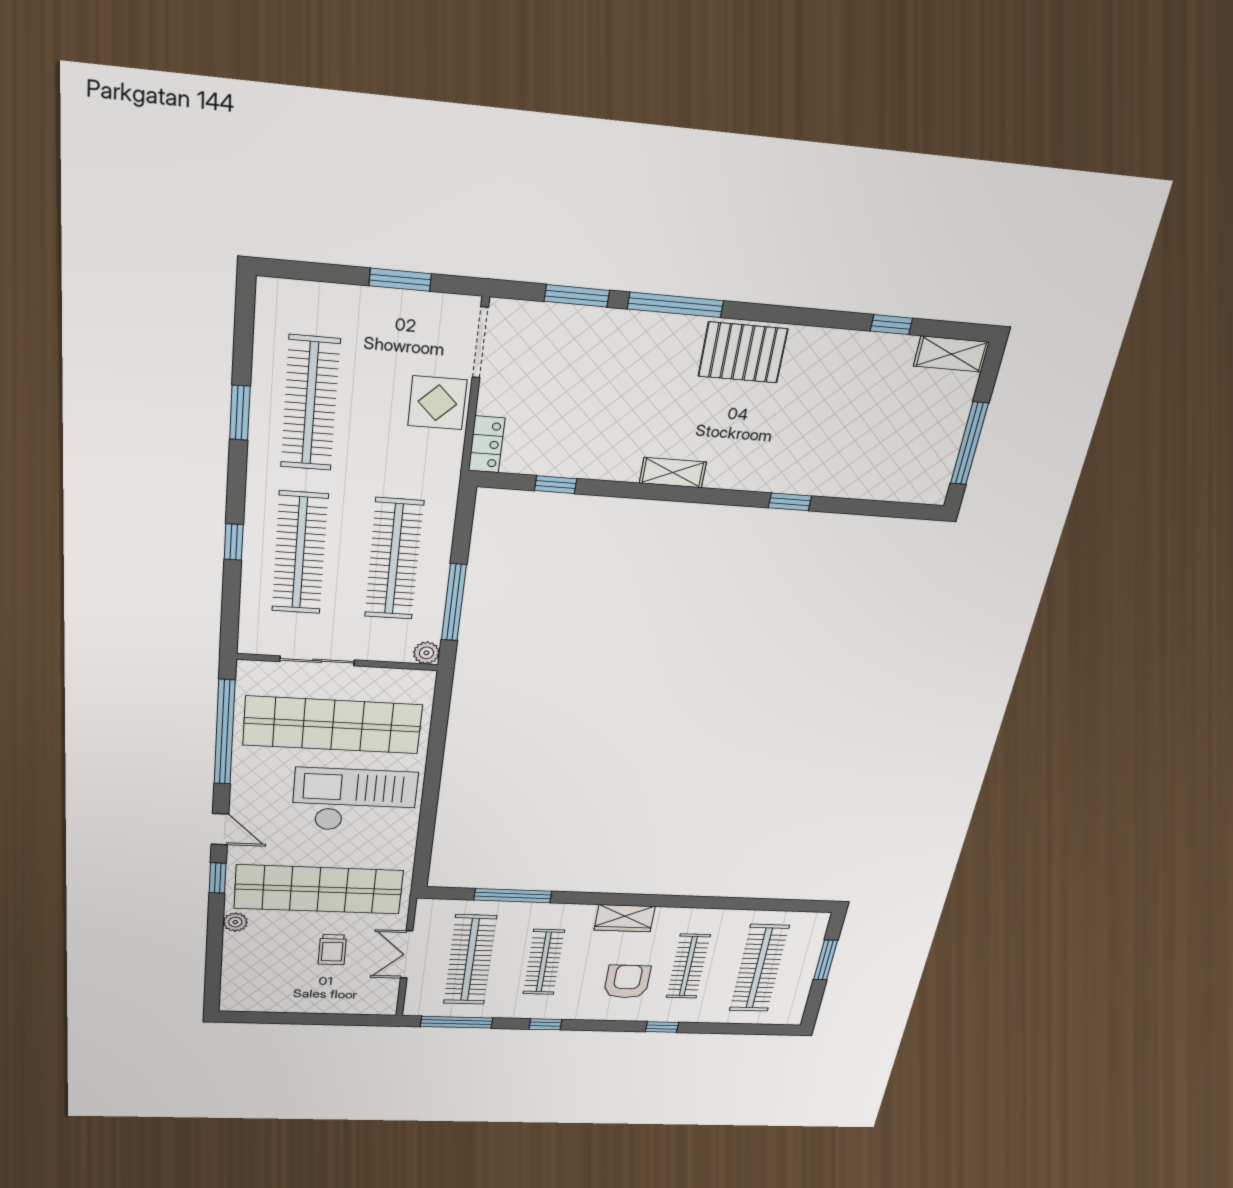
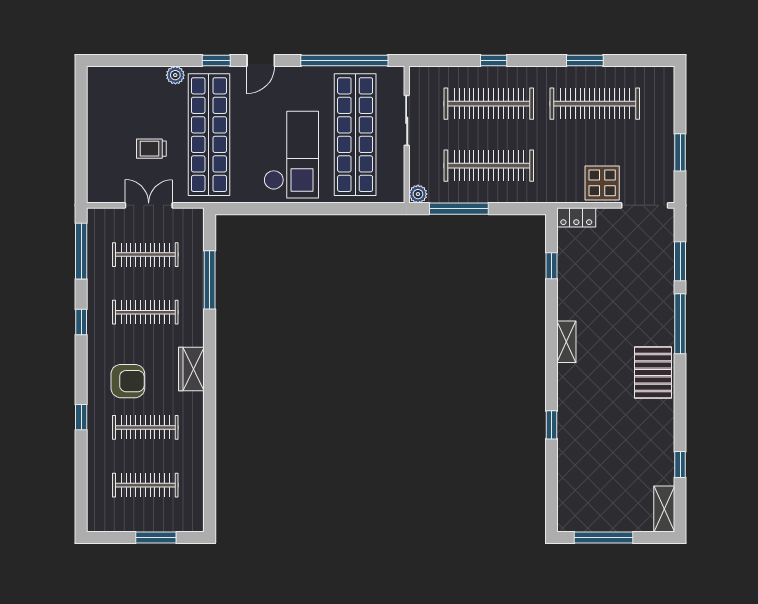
clothes rail: (470, 960) -> (145, 255), width x0.73, depth x0.76
clothes rail: (759, 968) -> (145, 485), width x0.73, depth x0.76

